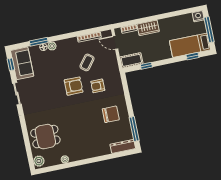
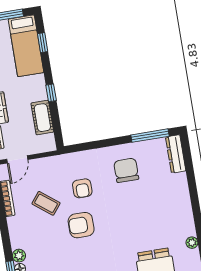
cot: (131, 60) -> (42, 118), moved
window: (146, 66) -> (51, 93), moved
armchair: (74, 86) -> (81, 225), turned -90

